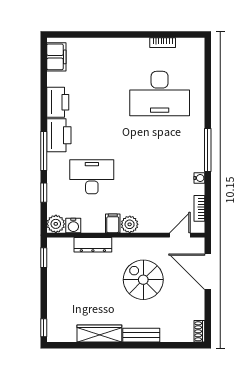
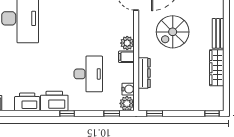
window: (44, 151) -> (67, 113), width x0.46
desk: (92, 177) -> (88, 74), turned 180
window: (44, 193) -> (112, 113), moved

